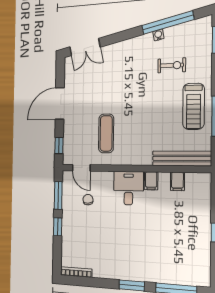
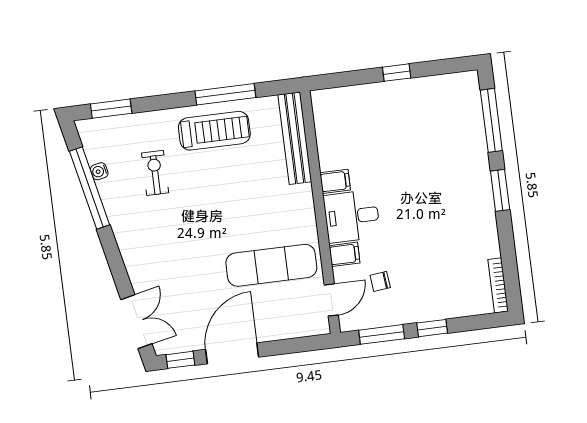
water cooler: (158, 35) -> (99, 171), moved
door: (60, 104) -> (232, 353), swing flipped
exercise mat: (106, 133) -> (271, 265), width x1.36, depth x1.45
window: (59, 146) -> (180, 360), moved
filing cabinet: (177, 181) -> (345, 254), moved

